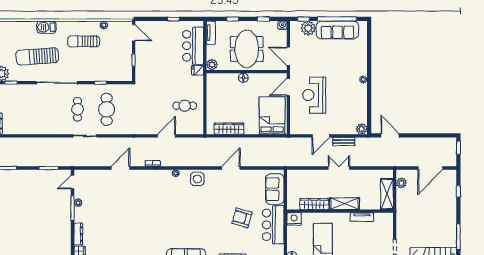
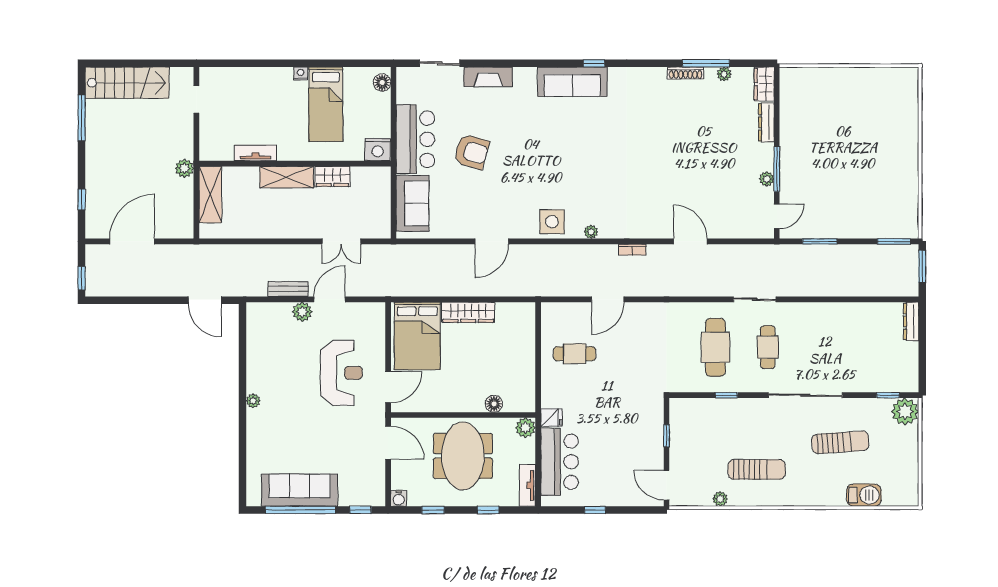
barbecue: (46, 27) -> (864, 495), moved
plant: (308, 28) -> (352, 493), removed
sun lounger: (37, 56) -> (840, 442), width x0.73, depth x0.75
floor lamp: (243, 78) -> (494, 404), moved
wardrobe: (229, 129) -> (468, 312), moved
plant: (362, 129) -> (302, 312), moved
door: (120, 168) -> (690, 241), swing flipped
double door: (339, 168) -> (341, 241), moved
plant: (401, 183) -> (184, 168), moved
wardrobe: (314, 204) -> (332, 176), width x0.67

